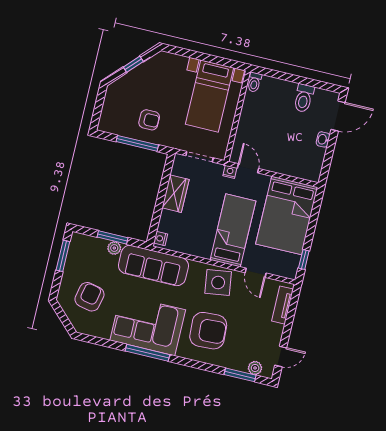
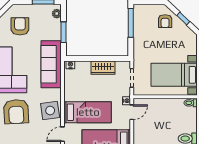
armchair: (149, 120) -> (165, 21), moved
window: (137, 143) -> (131, 23), moved
plant: (114, 248) -> (57, 14), moved
armchair: (89, 297) -> (20, 26), turned -102

